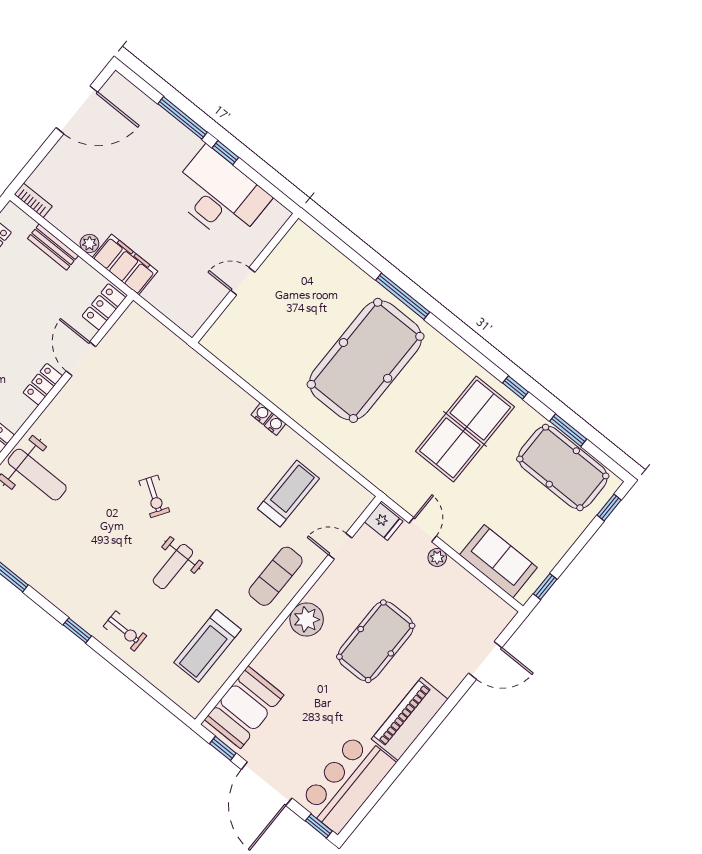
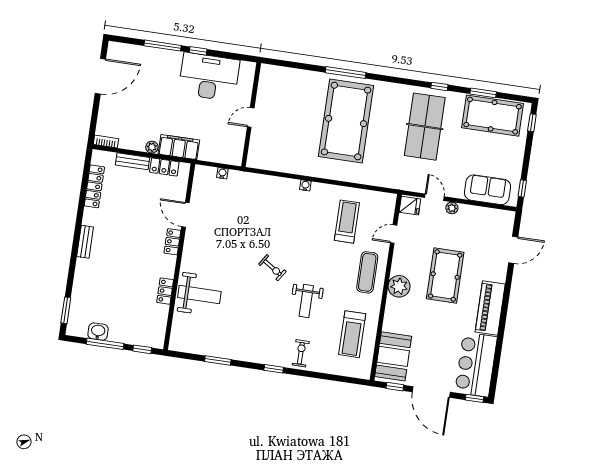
locker: (104, 307) -> (164, 167), moved, turned -90
water cooler: (275, 425) -> (222, 173), moved
exercise bike: (125, 631) -> (301, 353), turned -90

